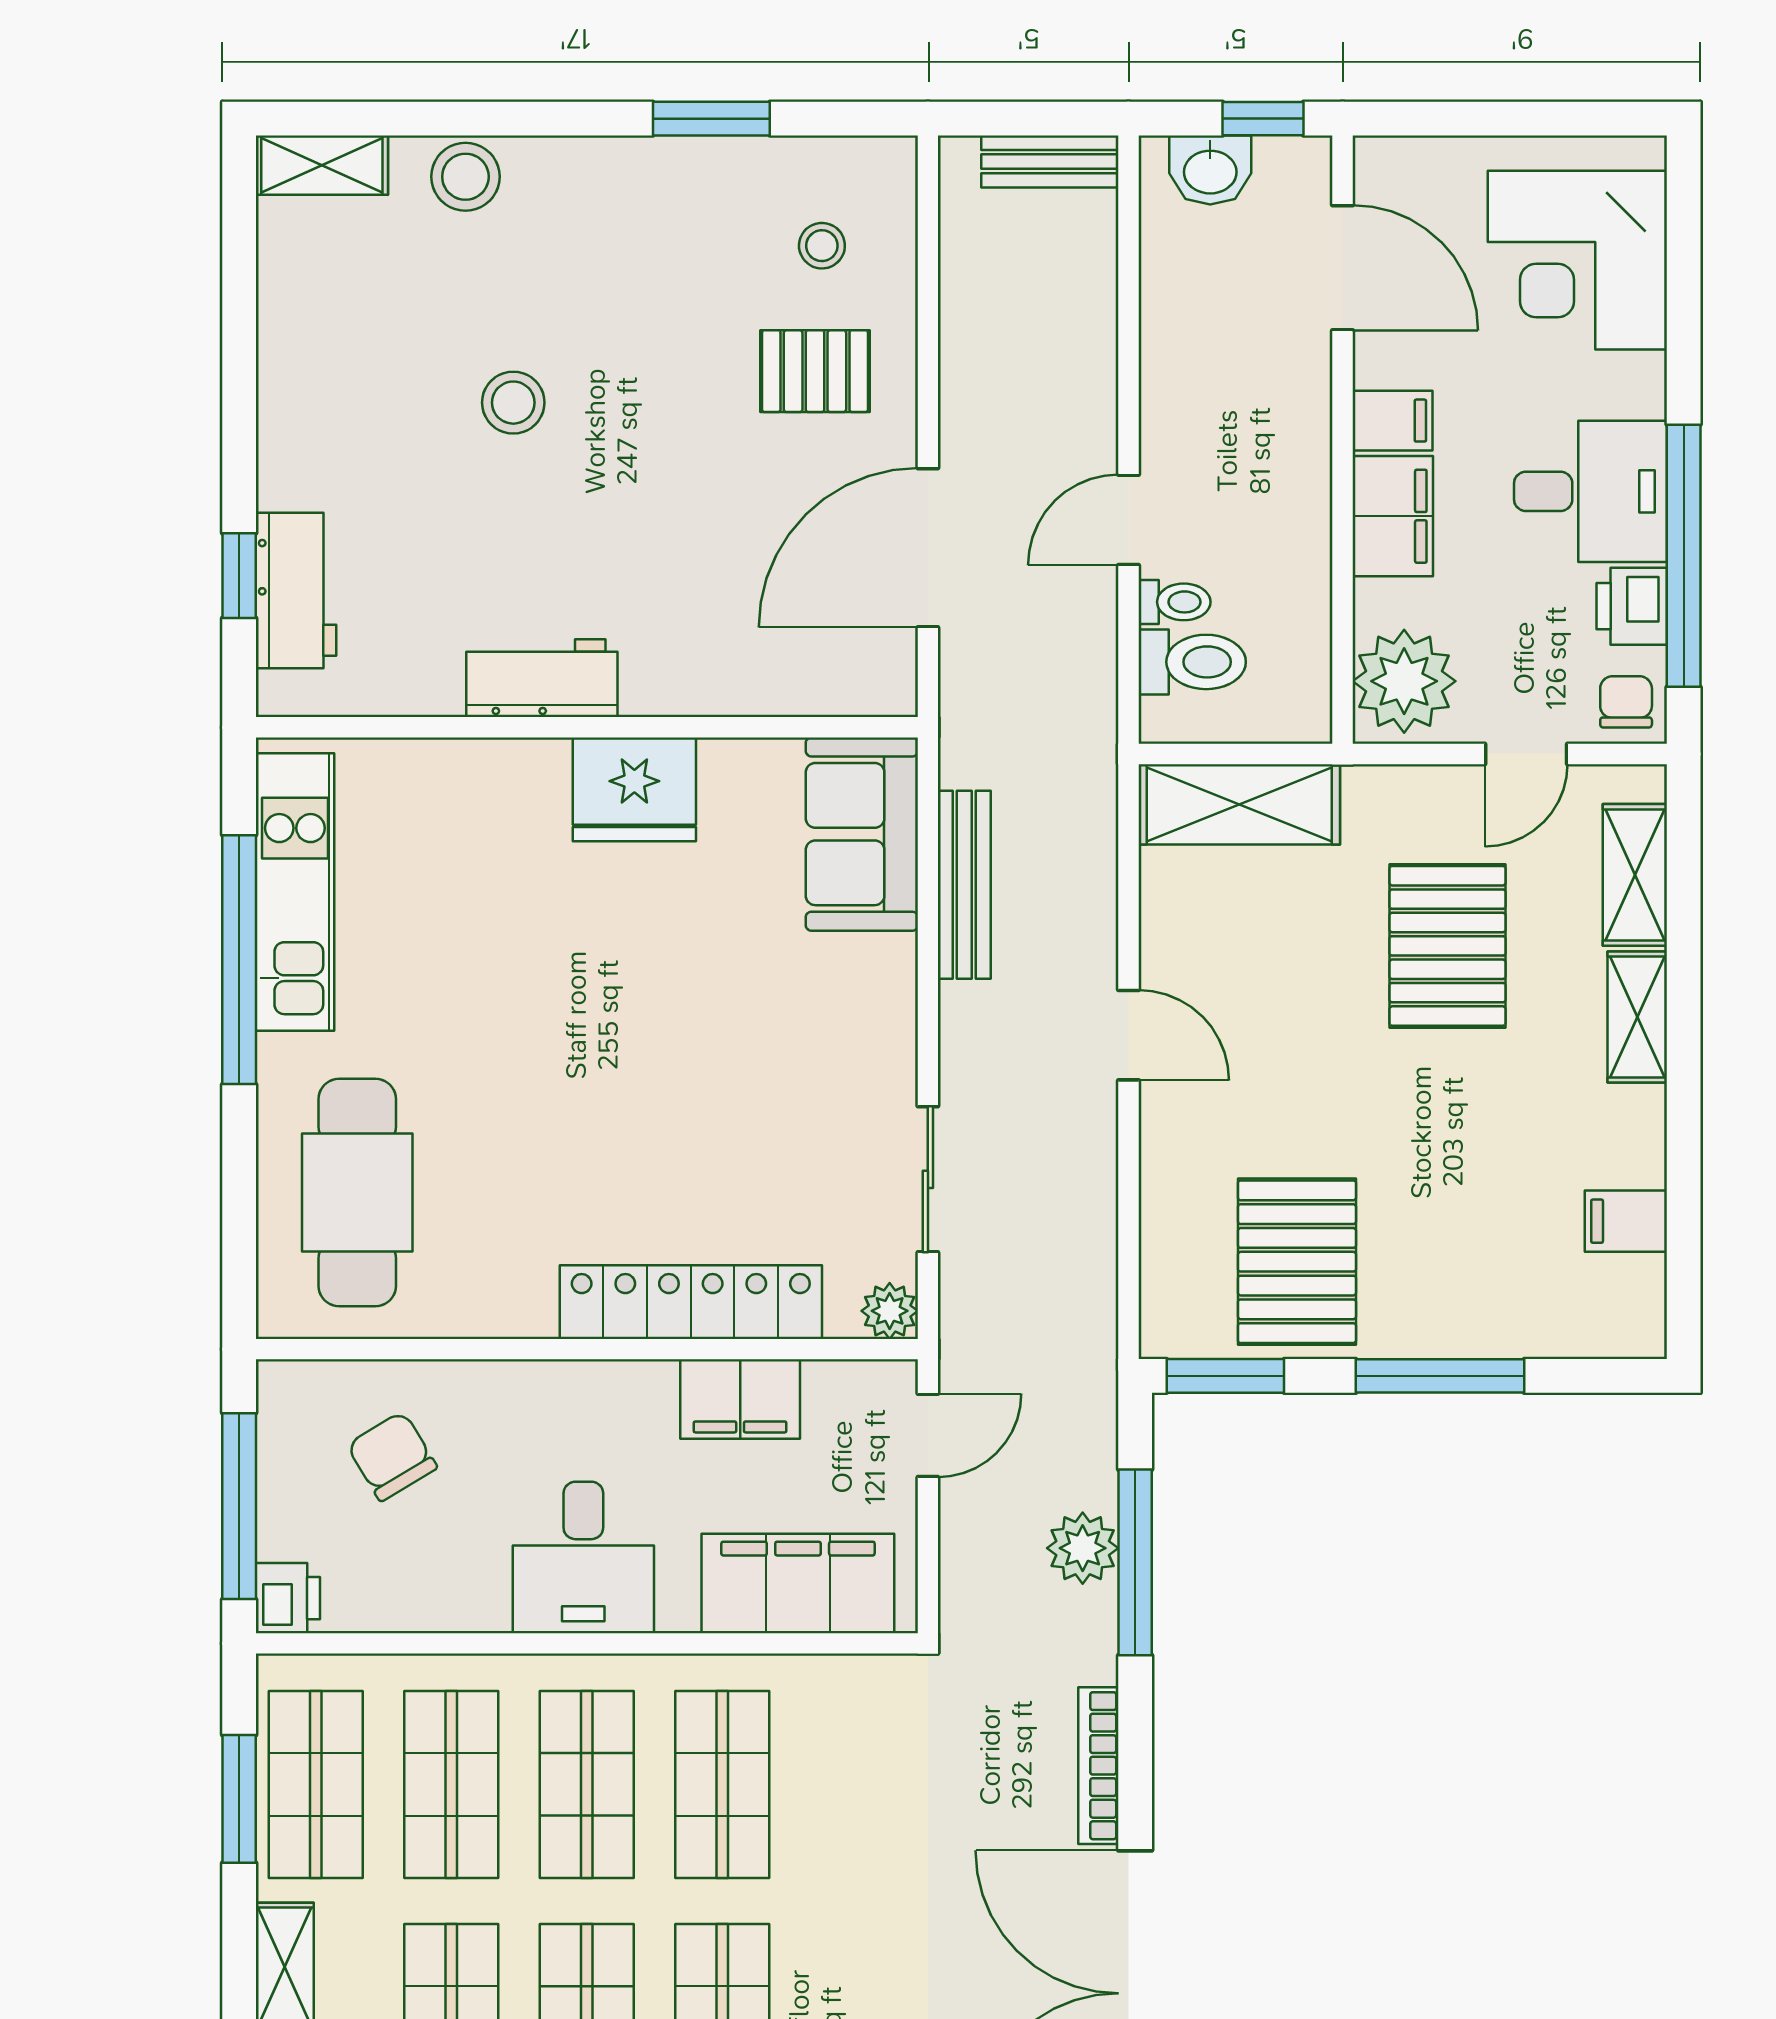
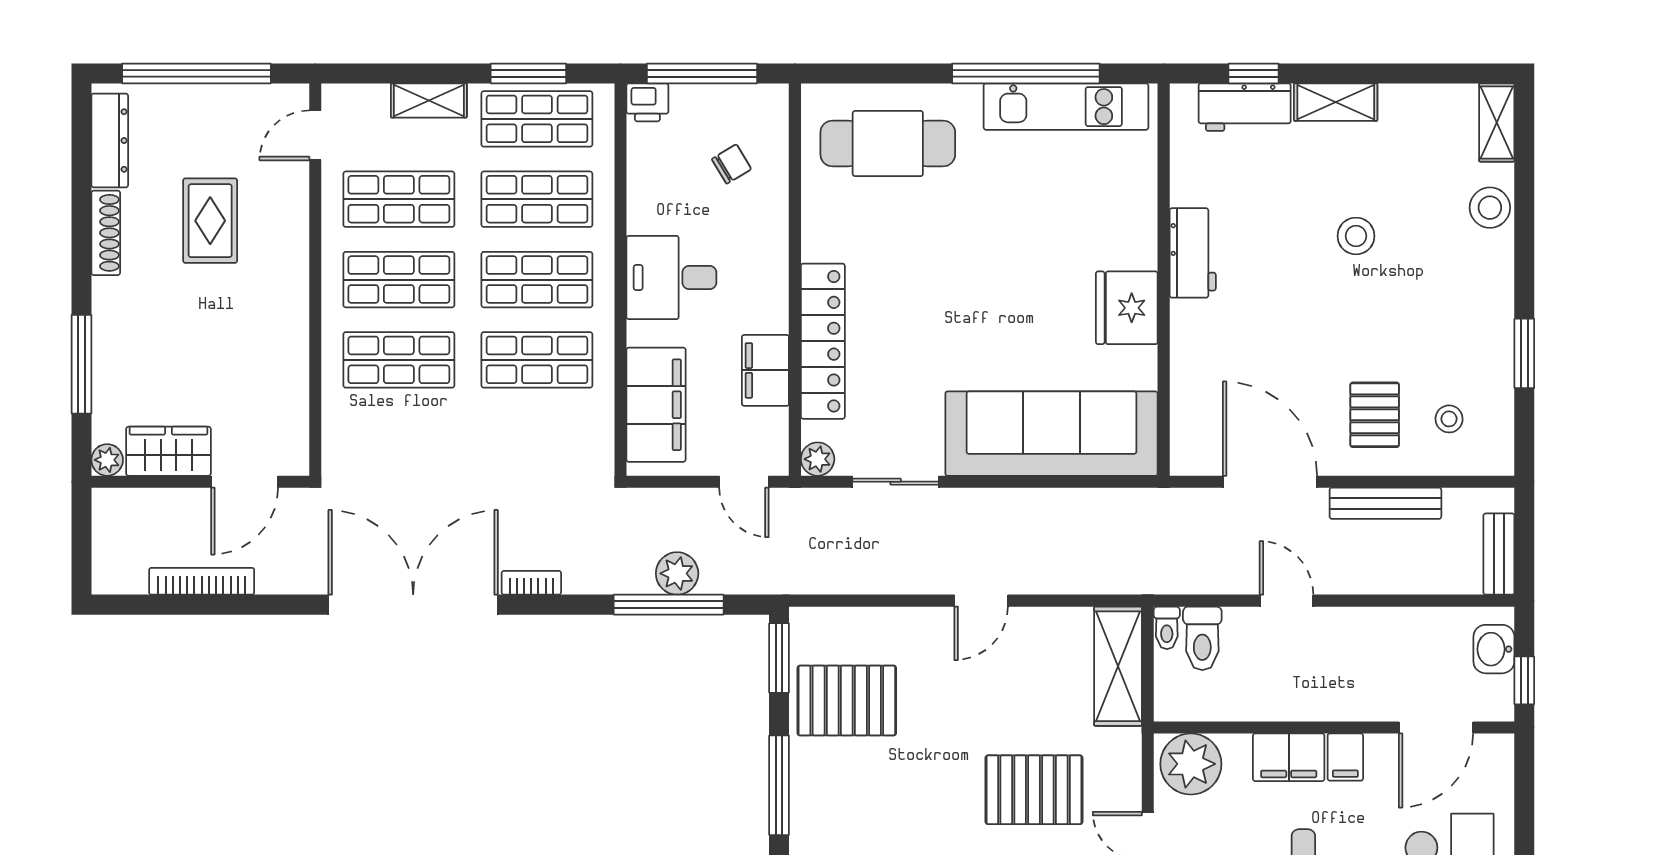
shelving: (287, 437) -> (1336, 102), added
toilet: (1174, 602) -> (1167, 628), moved
sofa: (862, 834) -> (1051, 434), width x1.85, depth x1.27
bench: (964, 885) -> (1385, 503), moved
chair: (392, 1456) -> (731, 164), width x0.73, depth x0.73
bookcase: (1098, 1766) -> (531, 583), width x0.64

